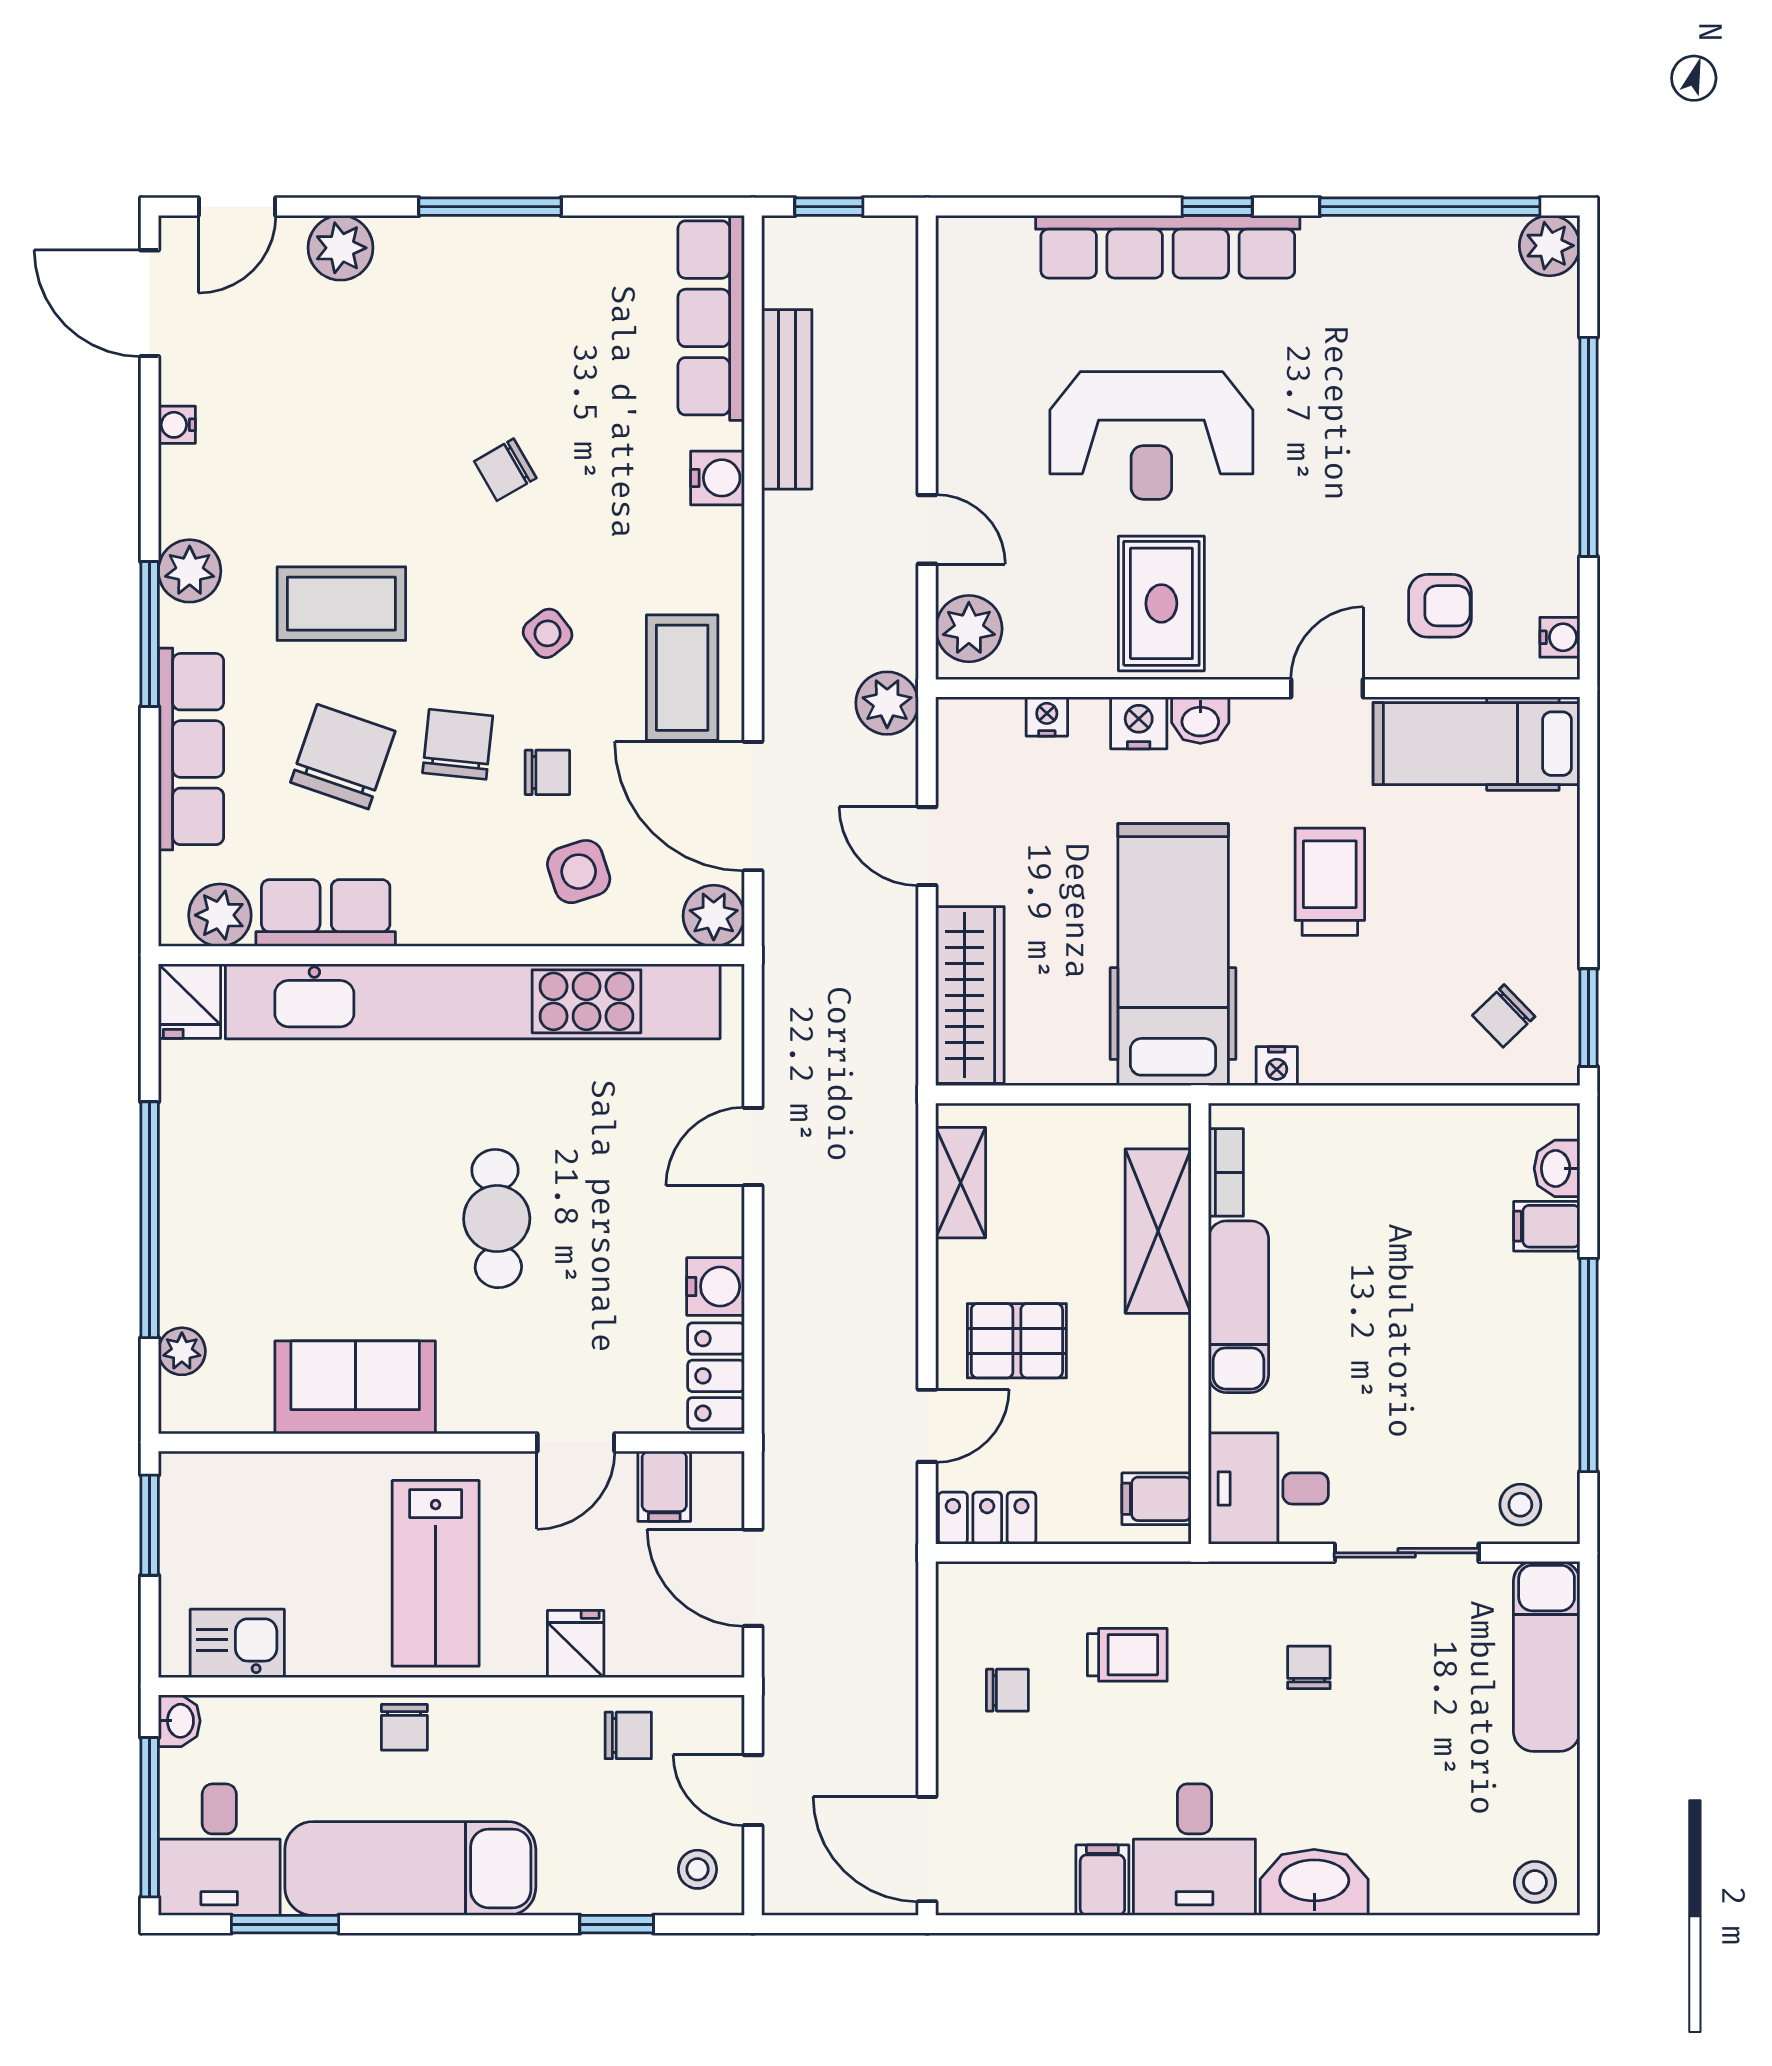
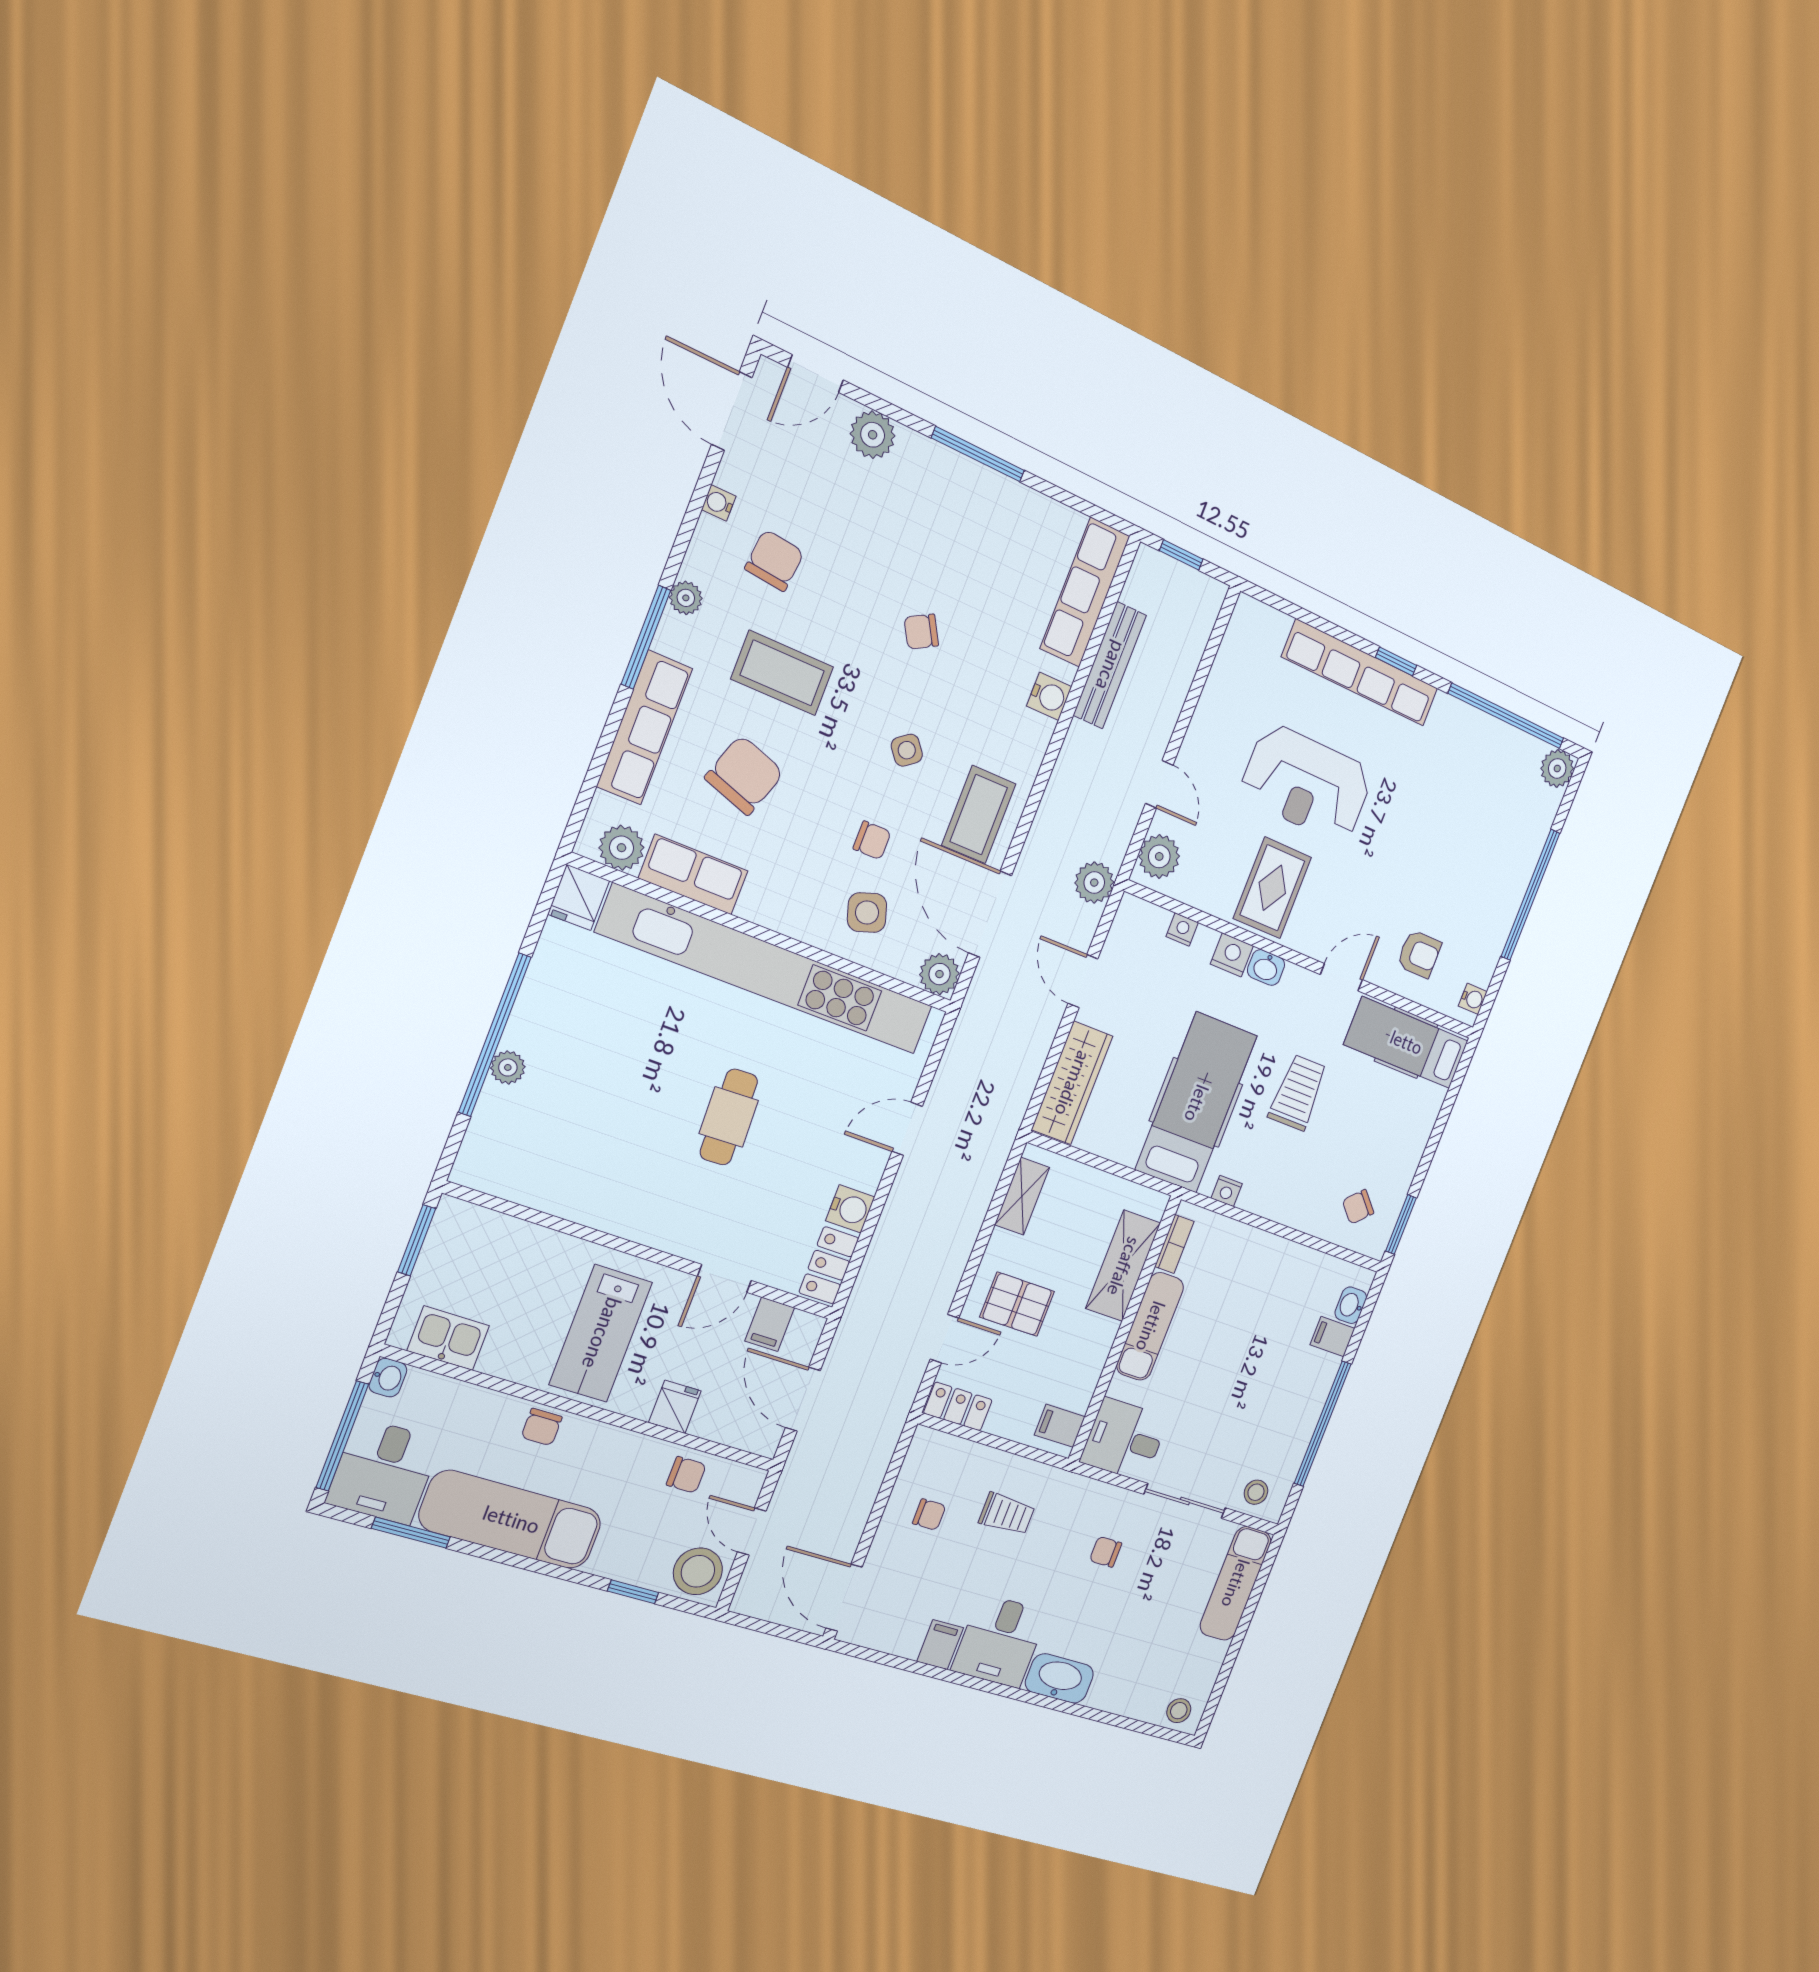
plant: (190, 571) -> (686, 598), width x0.73, depth x0.73
chair: (458, 744) -> (774, 560), moved
plant: (182, 1351) -> (508, 1067), moved
sofa: (355, 1387) -> (593, 1195), removed
chair: (1309, 1667) -> (1106, 1552), turned -90
stool: (697, 1869) -> (698, 1571), width x1.89, depth x1.89

